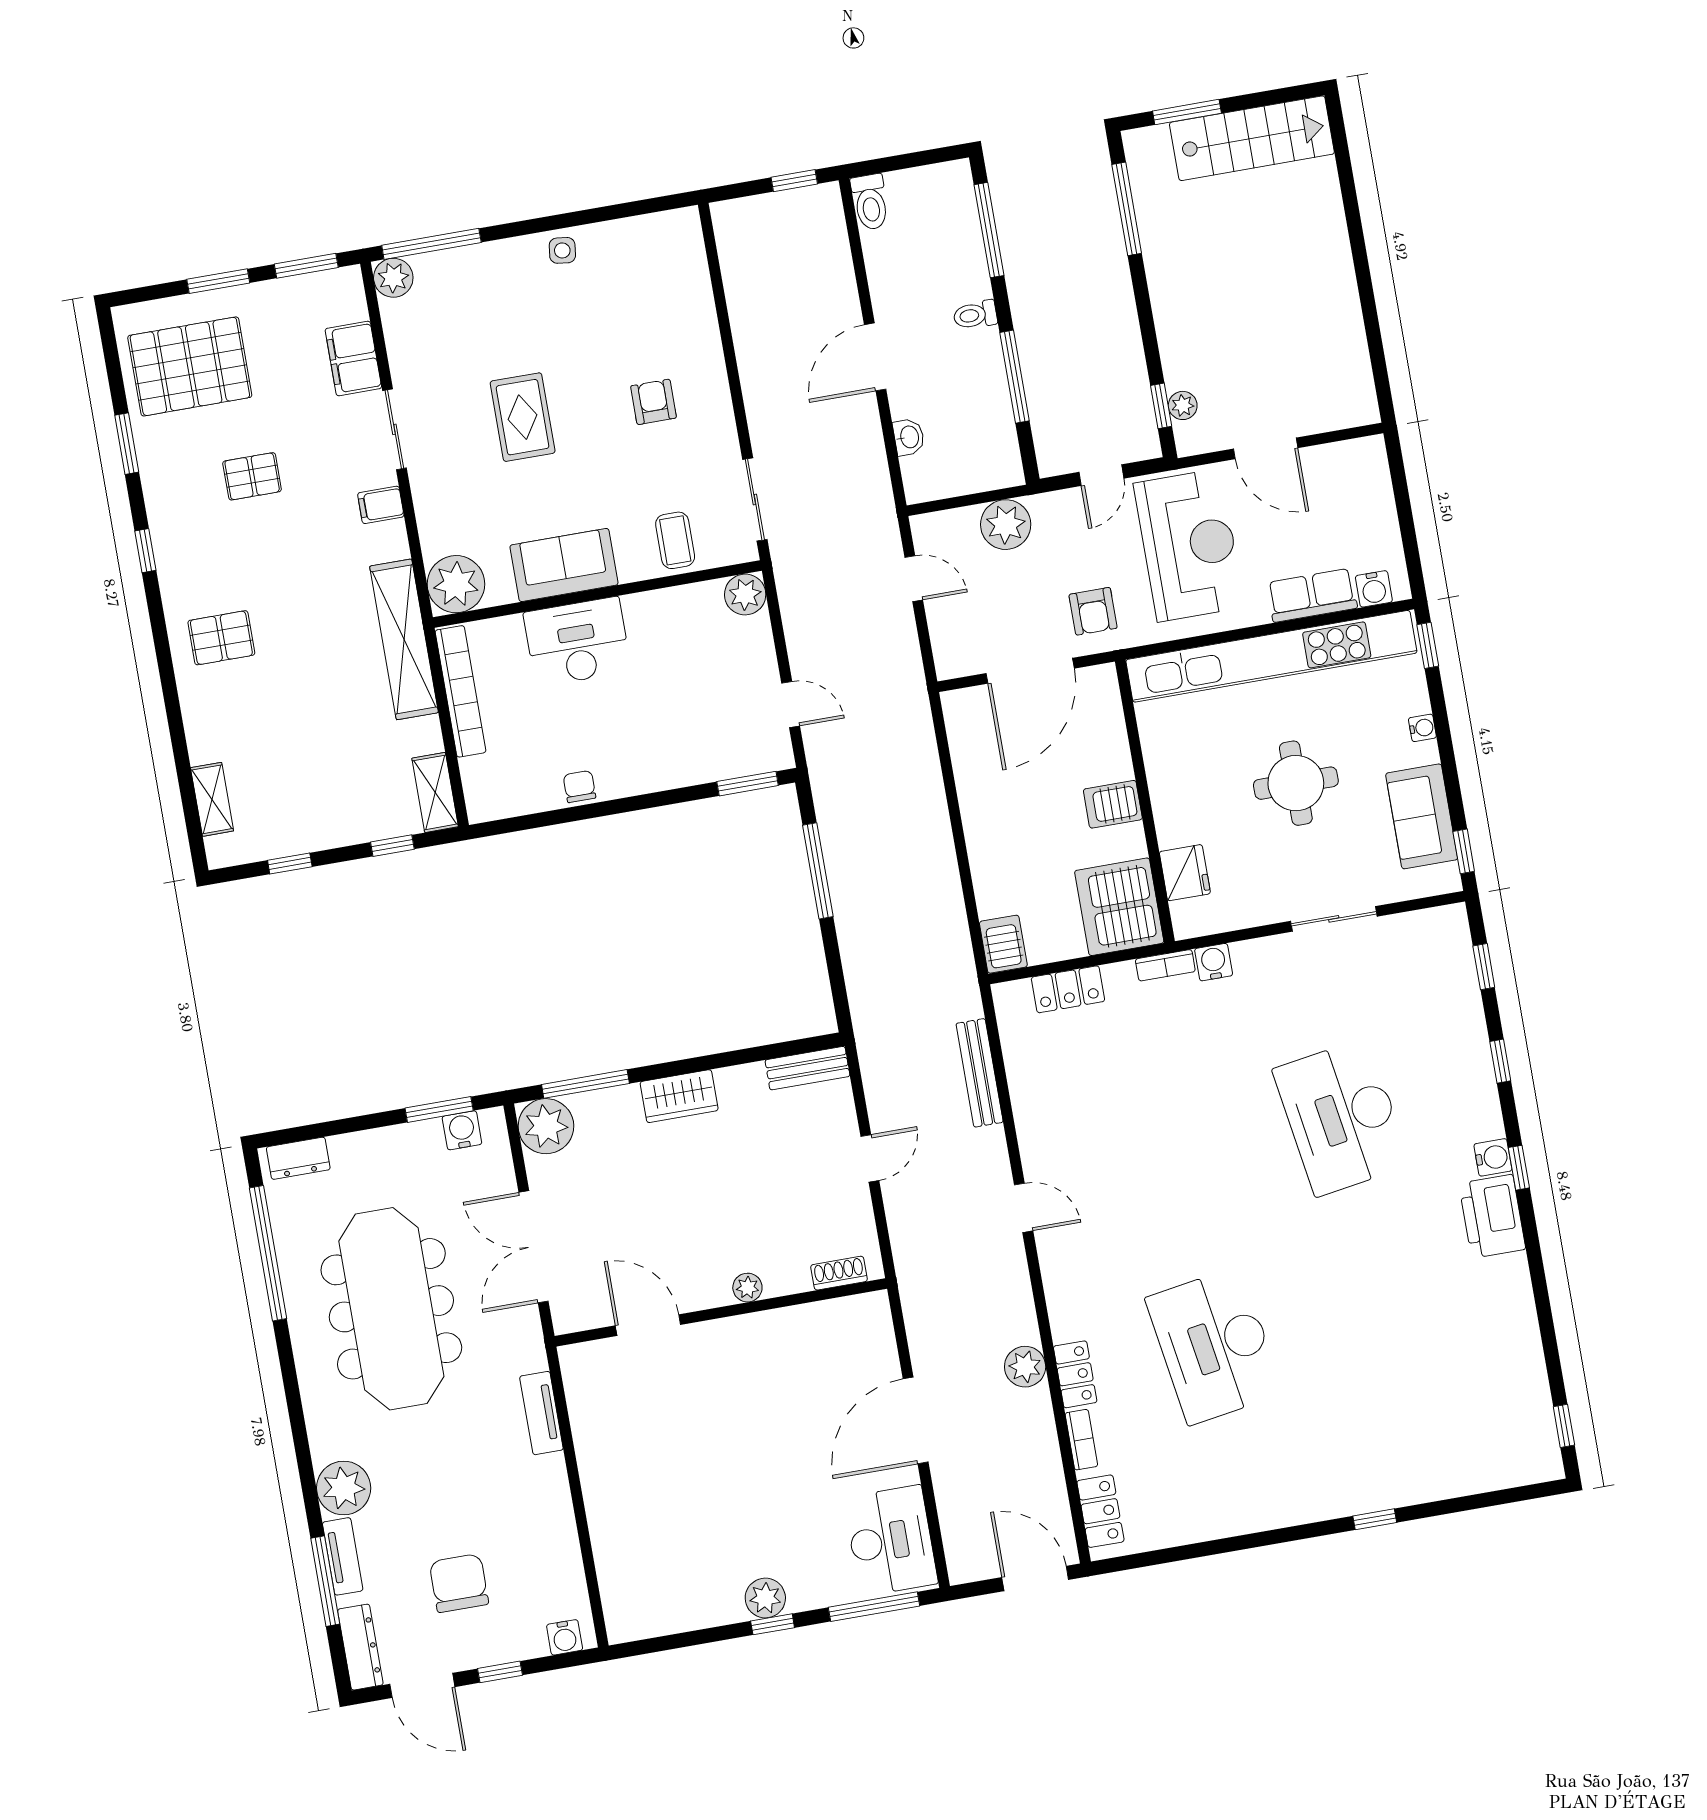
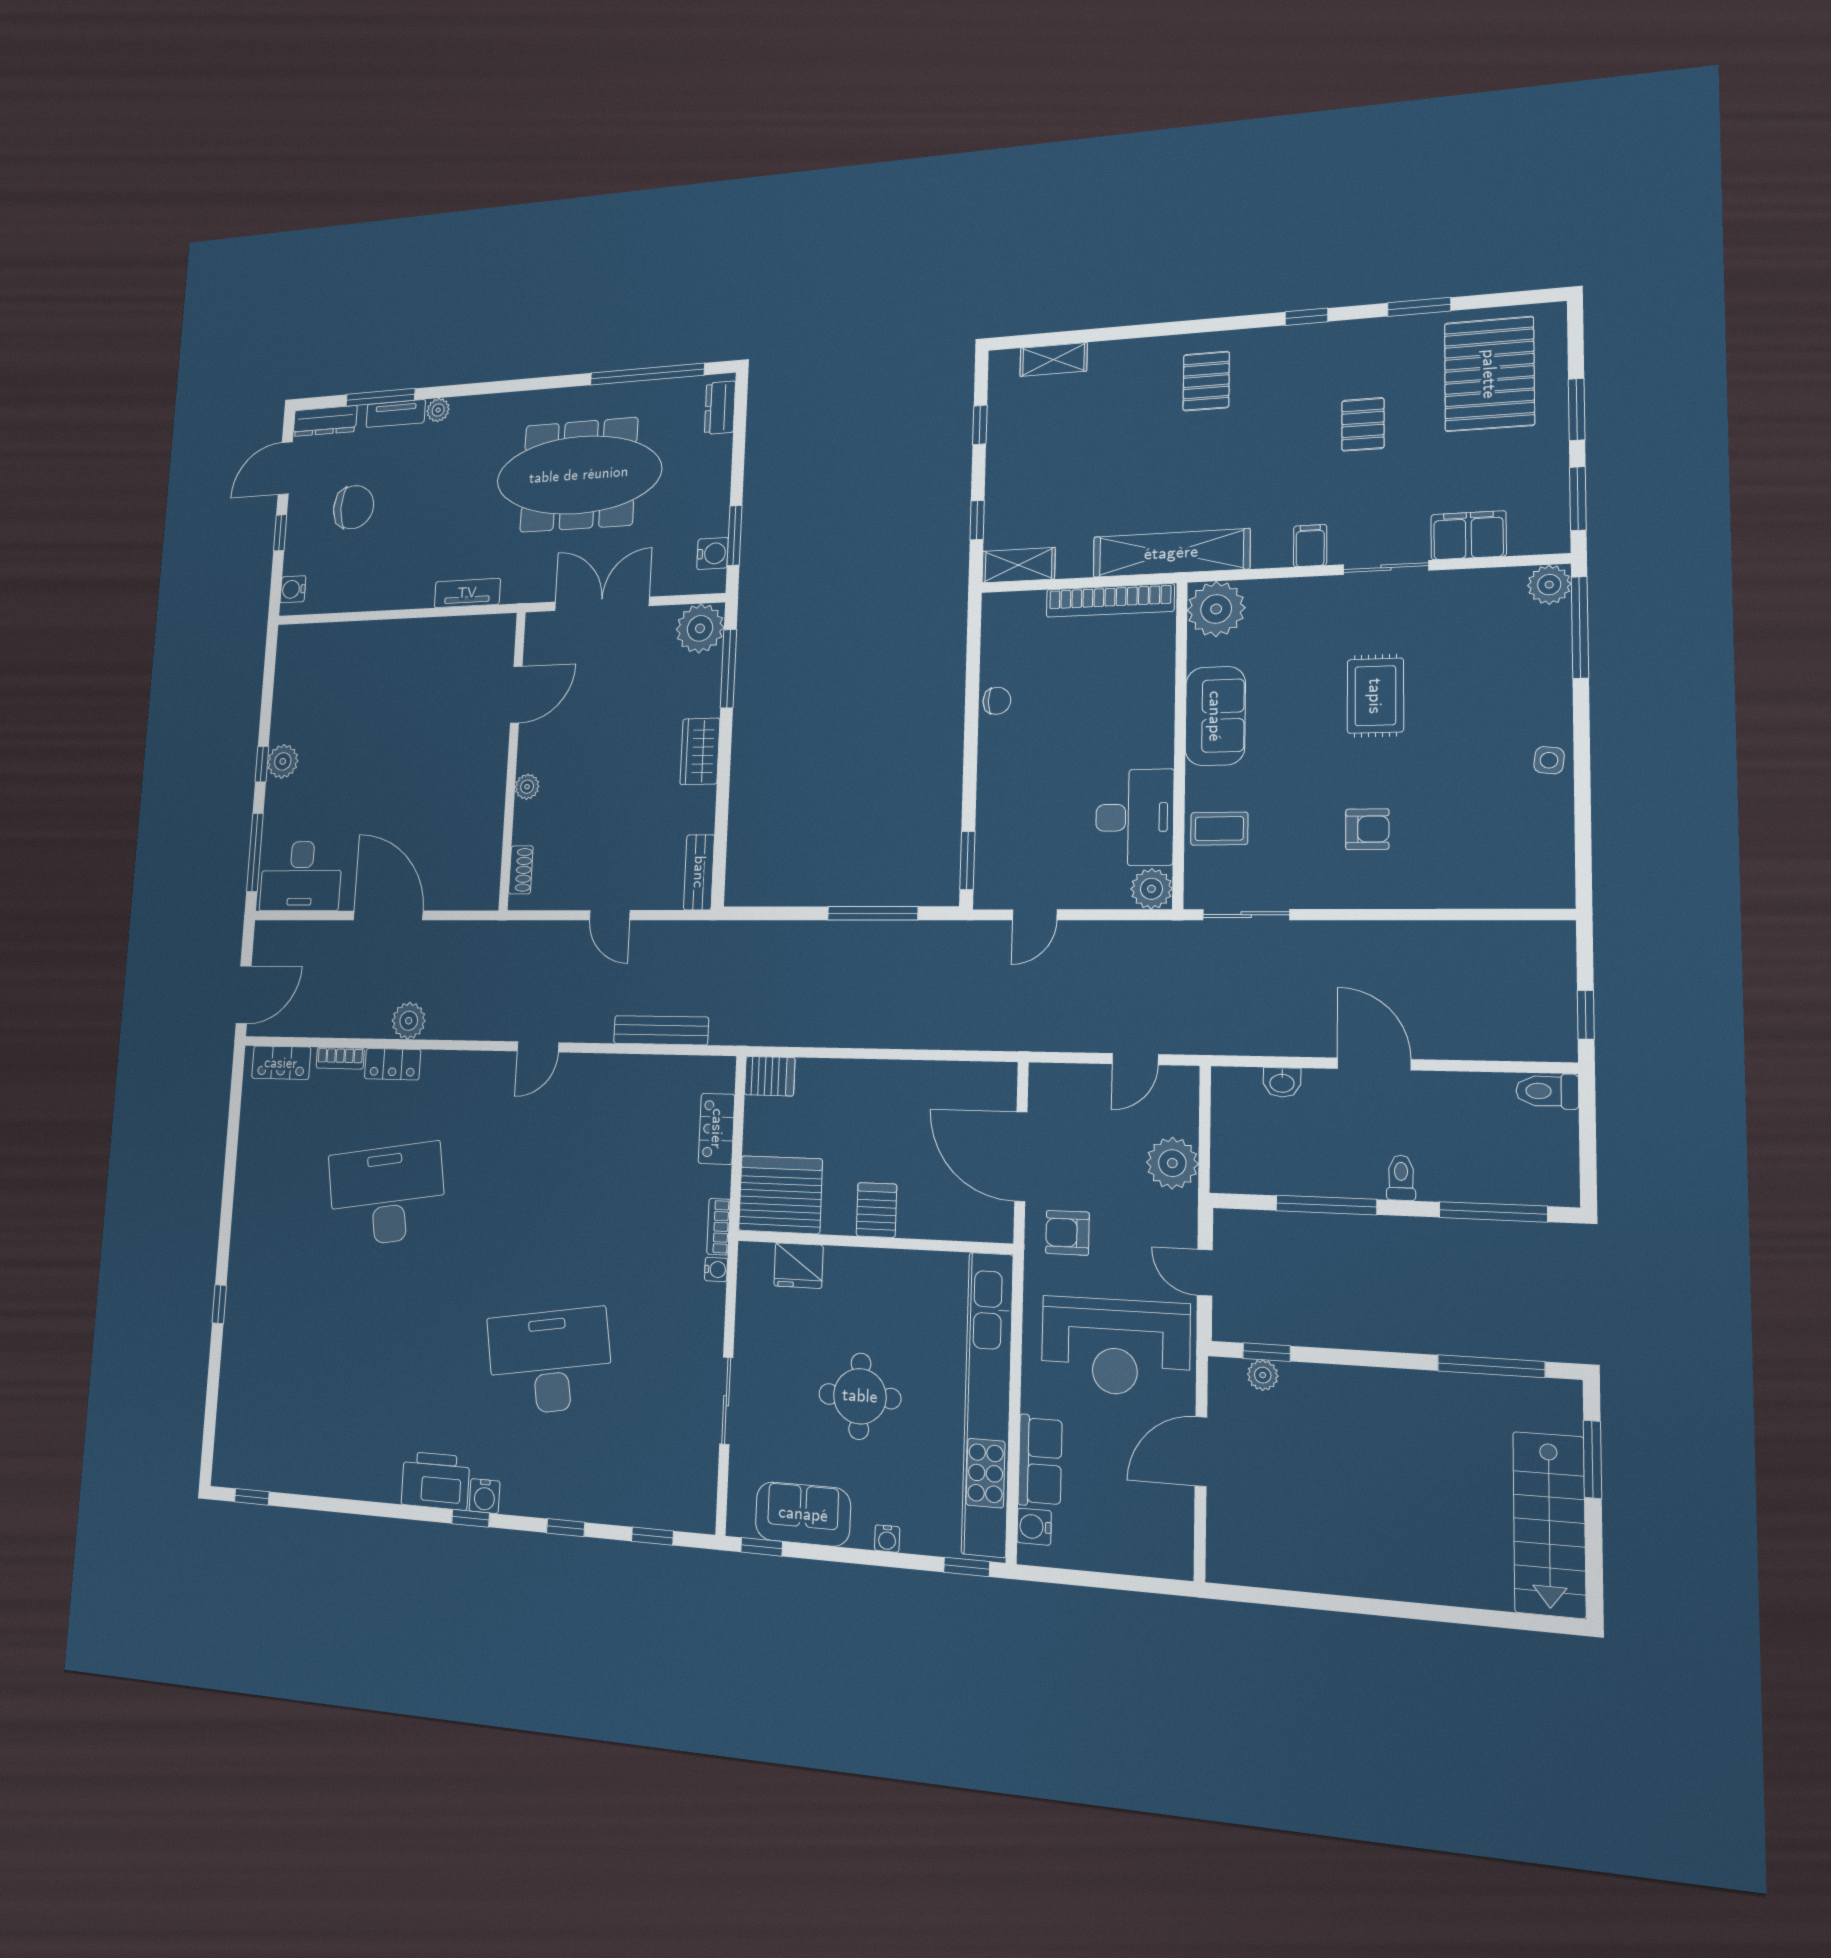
rug: (523, 417) -> (1375, 696), turned 90
desk: (577, 642) -> (1135, 817), moved
water cooler: (1214, 962) -> (716, 1269), width x0.72, depth x0.72
plant: (344, 1488) -> (438, 410), width x0.53, depth x0.53

